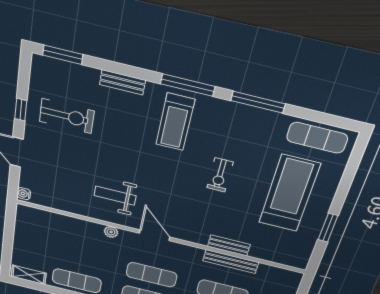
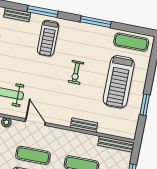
window: (188, 85) -> (43, 12), moved
treadmill: (289, 193) -> (119, 82), turned 180
bench: (231, 262) -> (116, 144), moved

